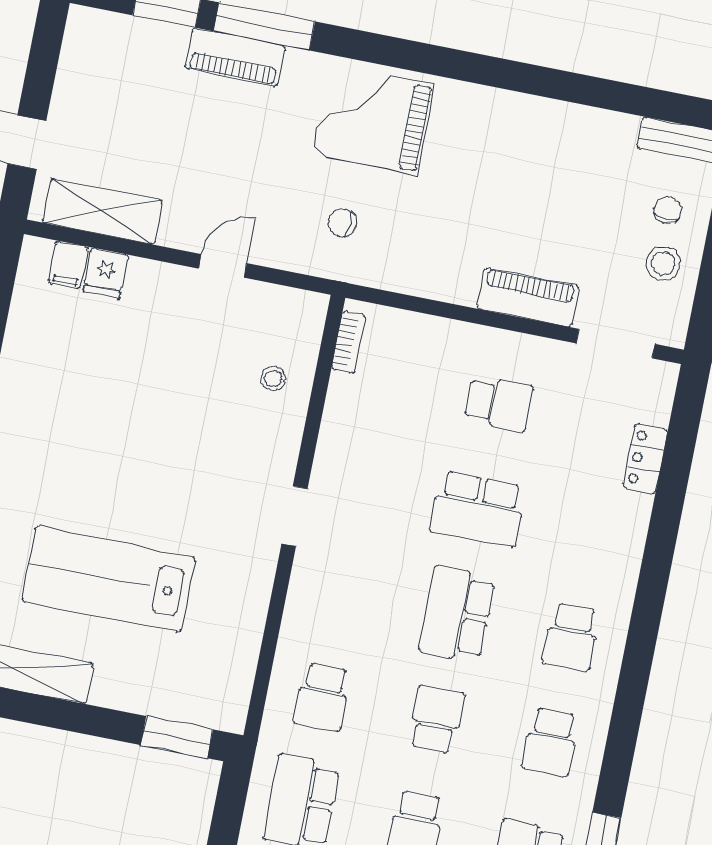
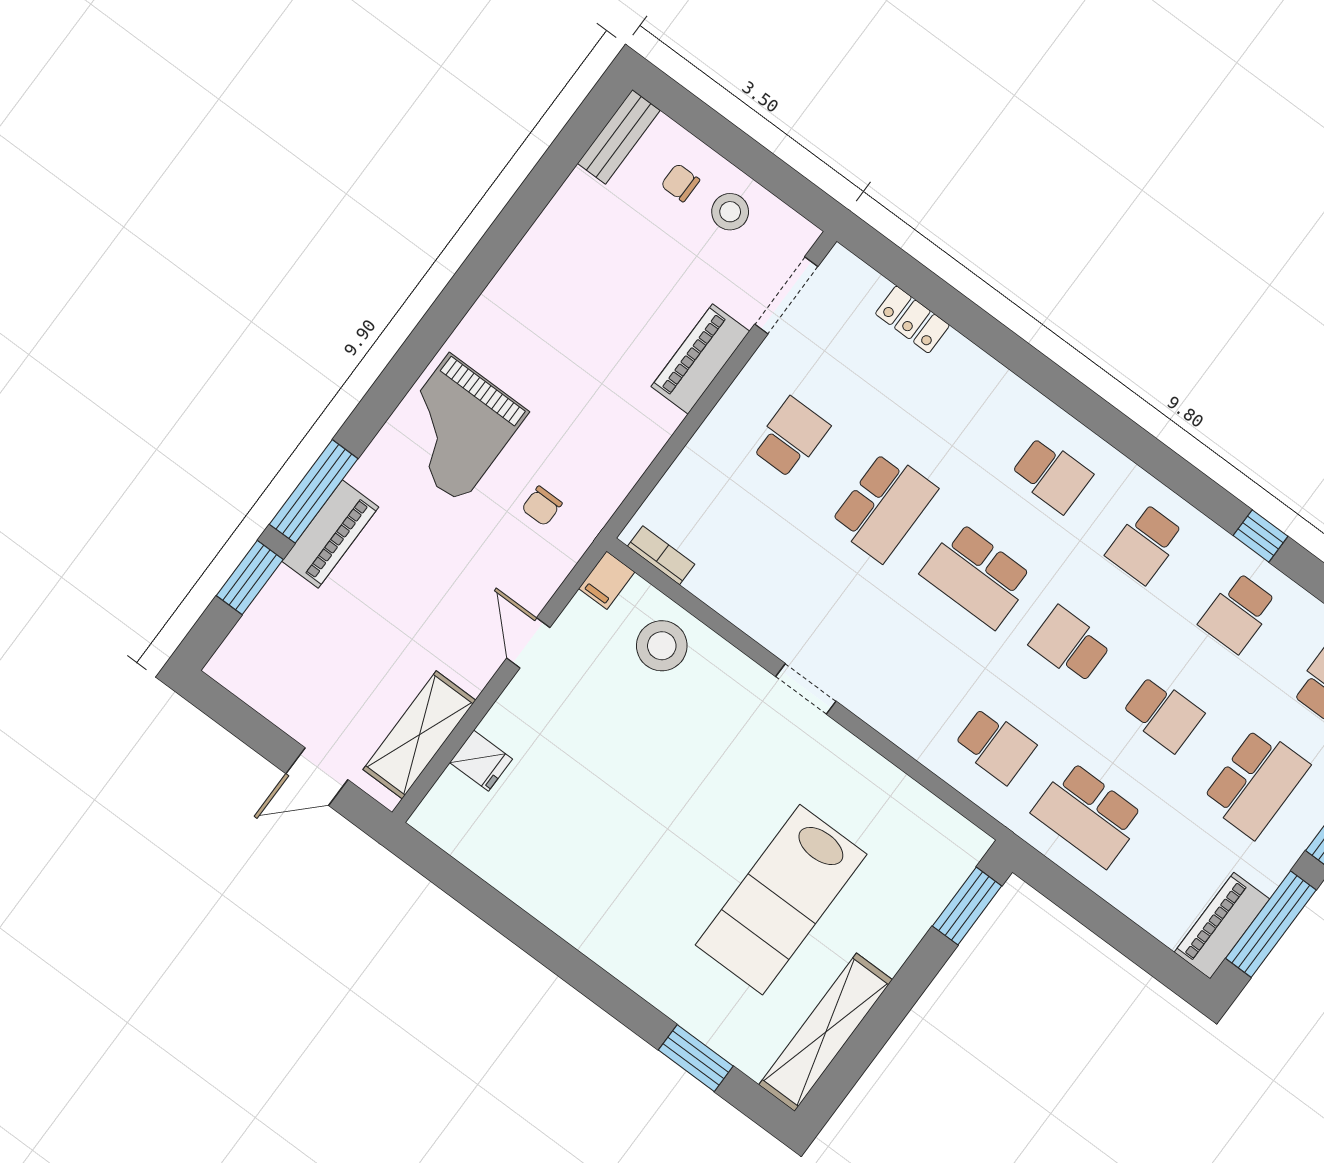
filing cabinet: (68, 265) -> (607, 580), moved, turned 90
stool: (273, 379) -> (662, 646), width x1.89, depth x1.89
school desk: (550, 742) -> (1145, 544), turned 90

